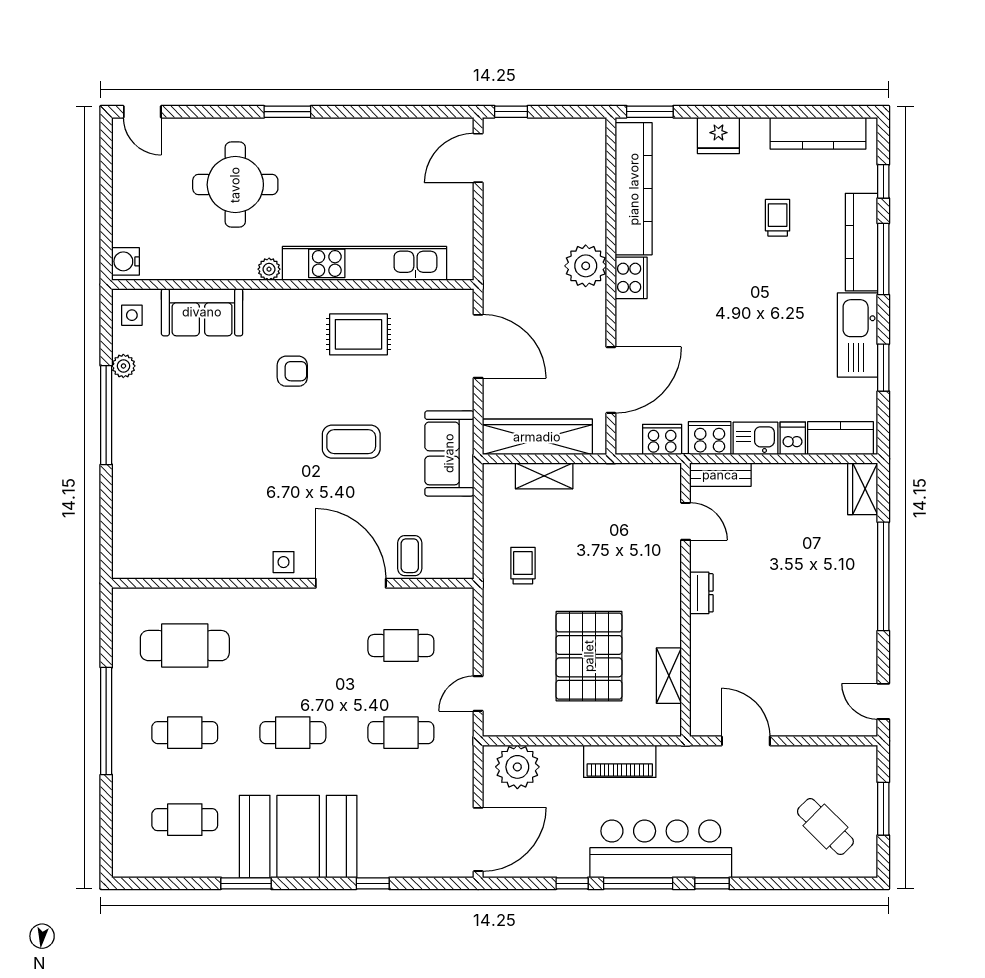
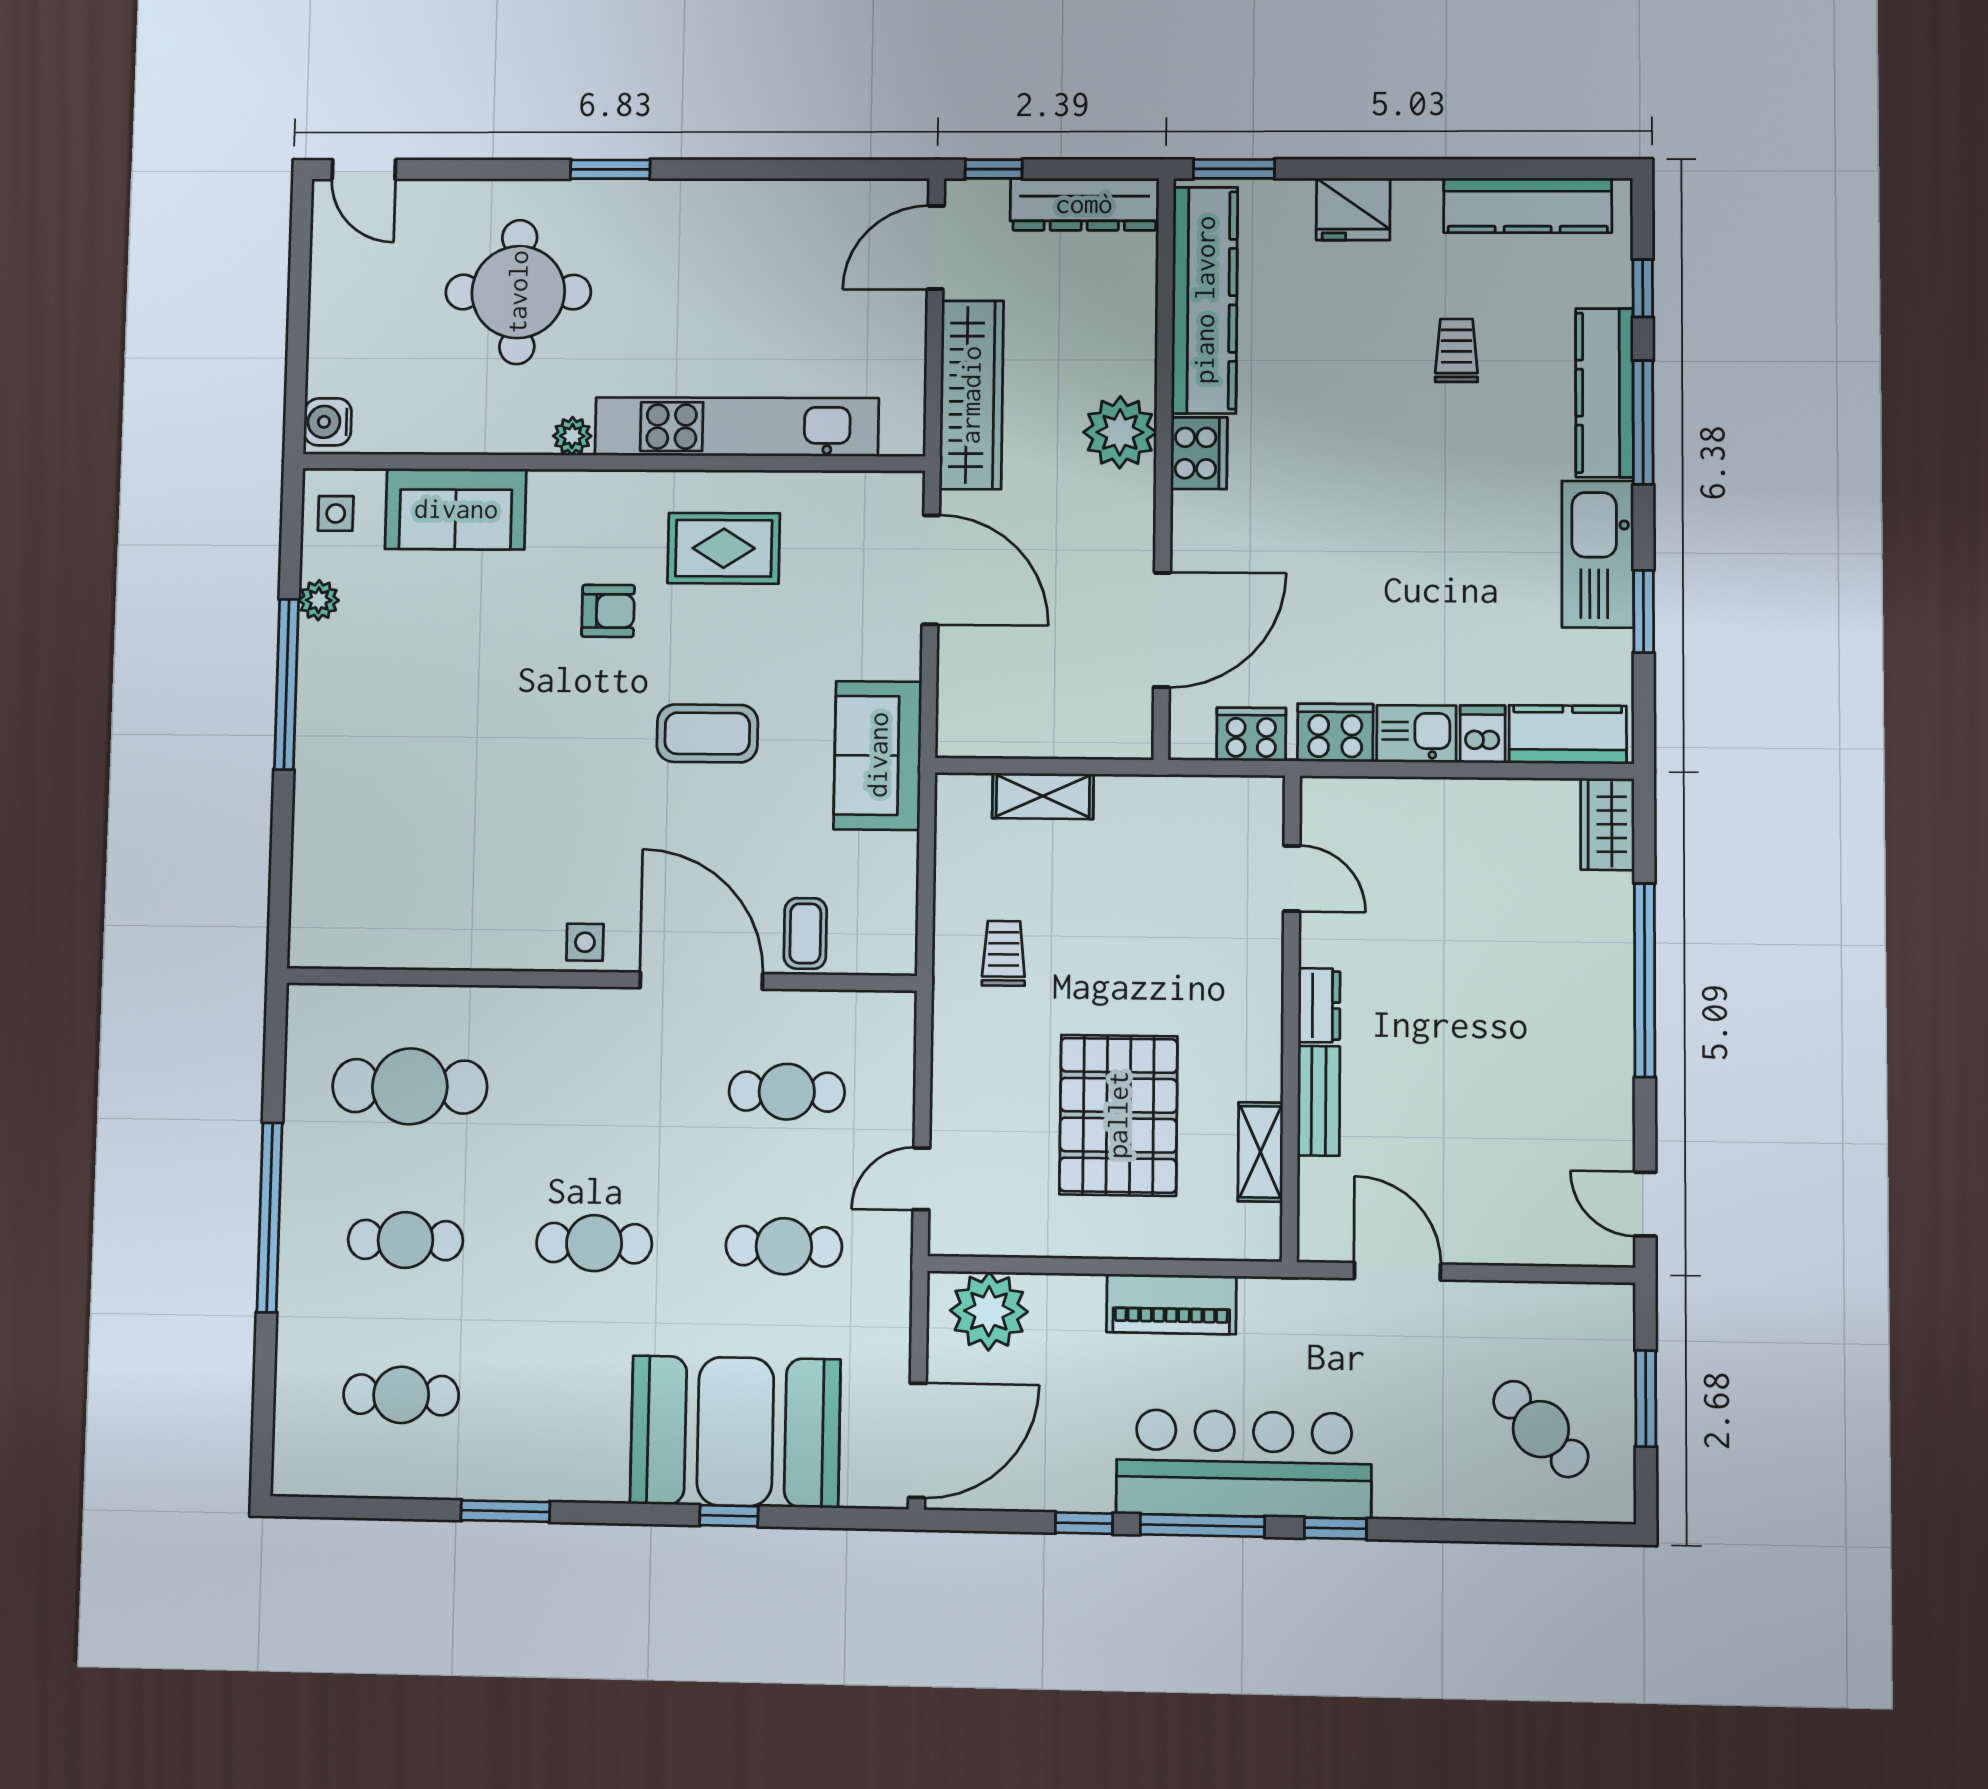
dresser: (564, 133) -> (1084, 204), added
wardrobe: (537, 437) -> (971, 395), moved, turned 90
bench: (720, 475) -> (1319, 1101), moved, turned 90
booth: (298, 837) -> (735, 1432), moved

